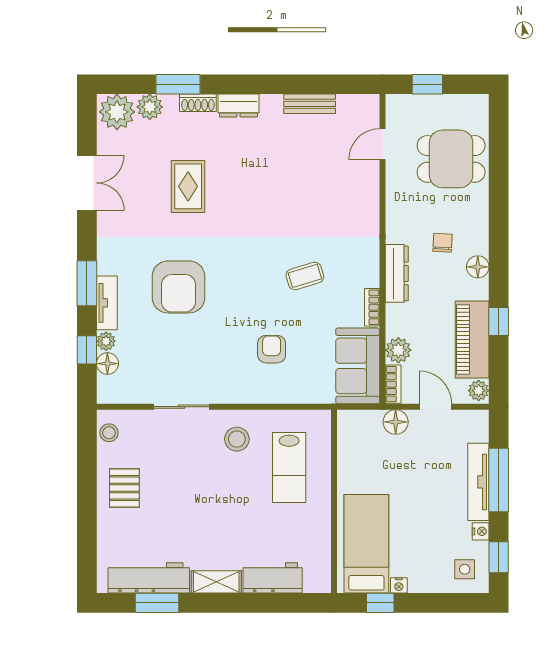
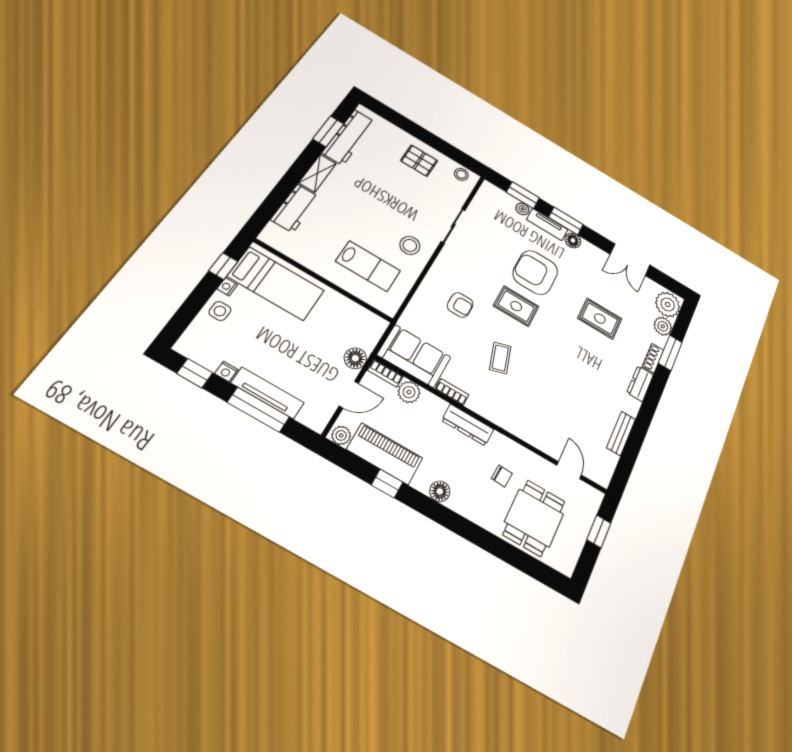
chair: (443, 243) -> (502, 476), moved
rug: (234, 288) -> (516, 306), added
window: (87, 350) -> (523, 195), width x1.50
floor lamp: (107, 364) -> (573, 240), moved
lab bench: (289, 468) -> (368, 266), turned 180
side table: (465, 569) -> (220, 311), moved

